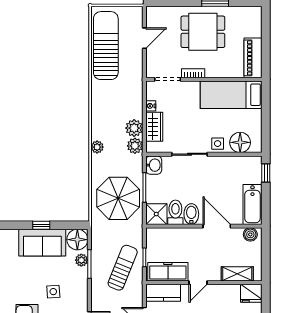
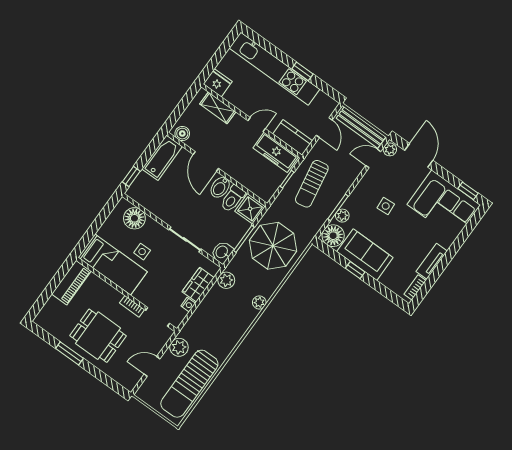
plant: (134, 128) -> (179, 347), moved
side table: (218, 144) -> (142, 252), moved
sun lounger: (123, 268) -> (312, 184), turned -32

